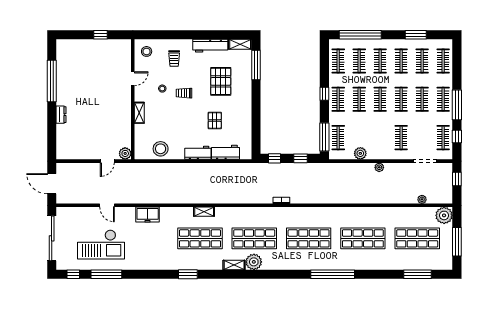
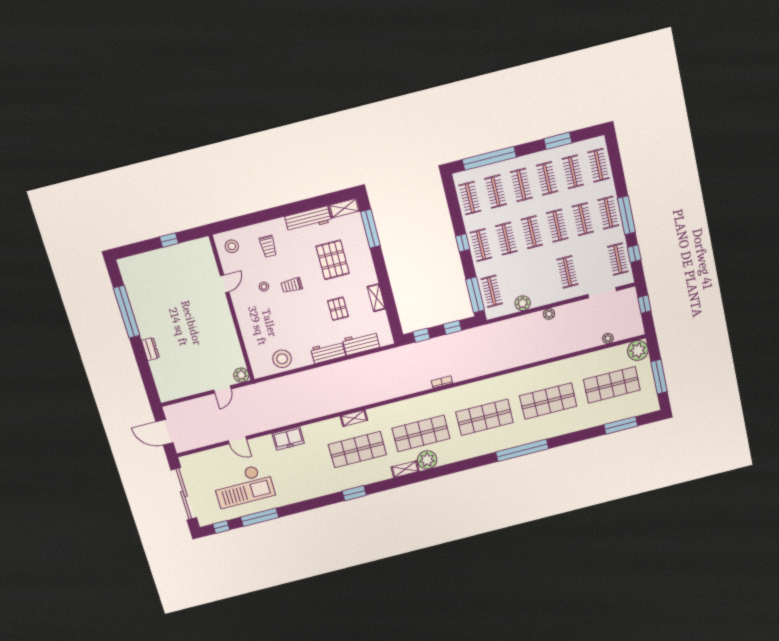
shelving: (139, 113) -> (376, 298), moved

